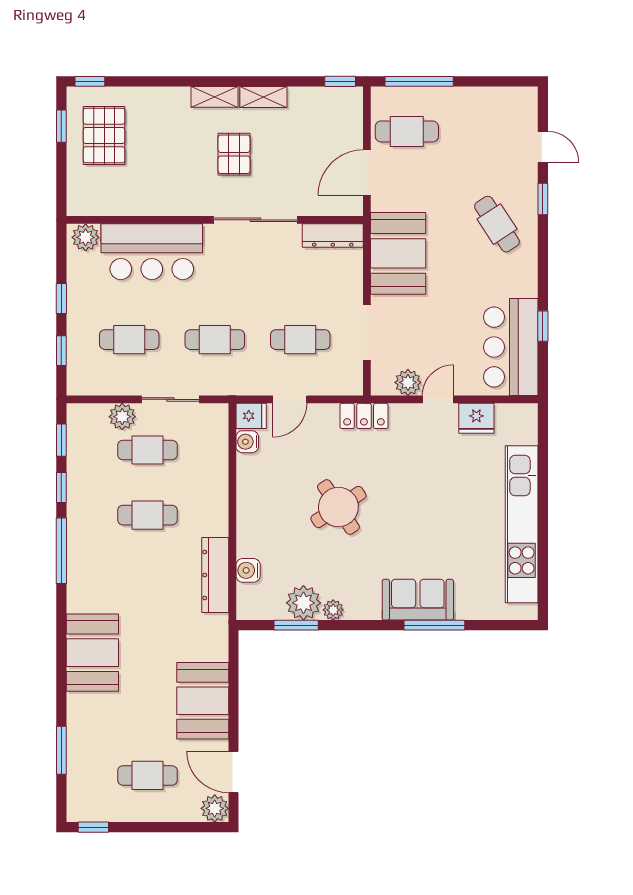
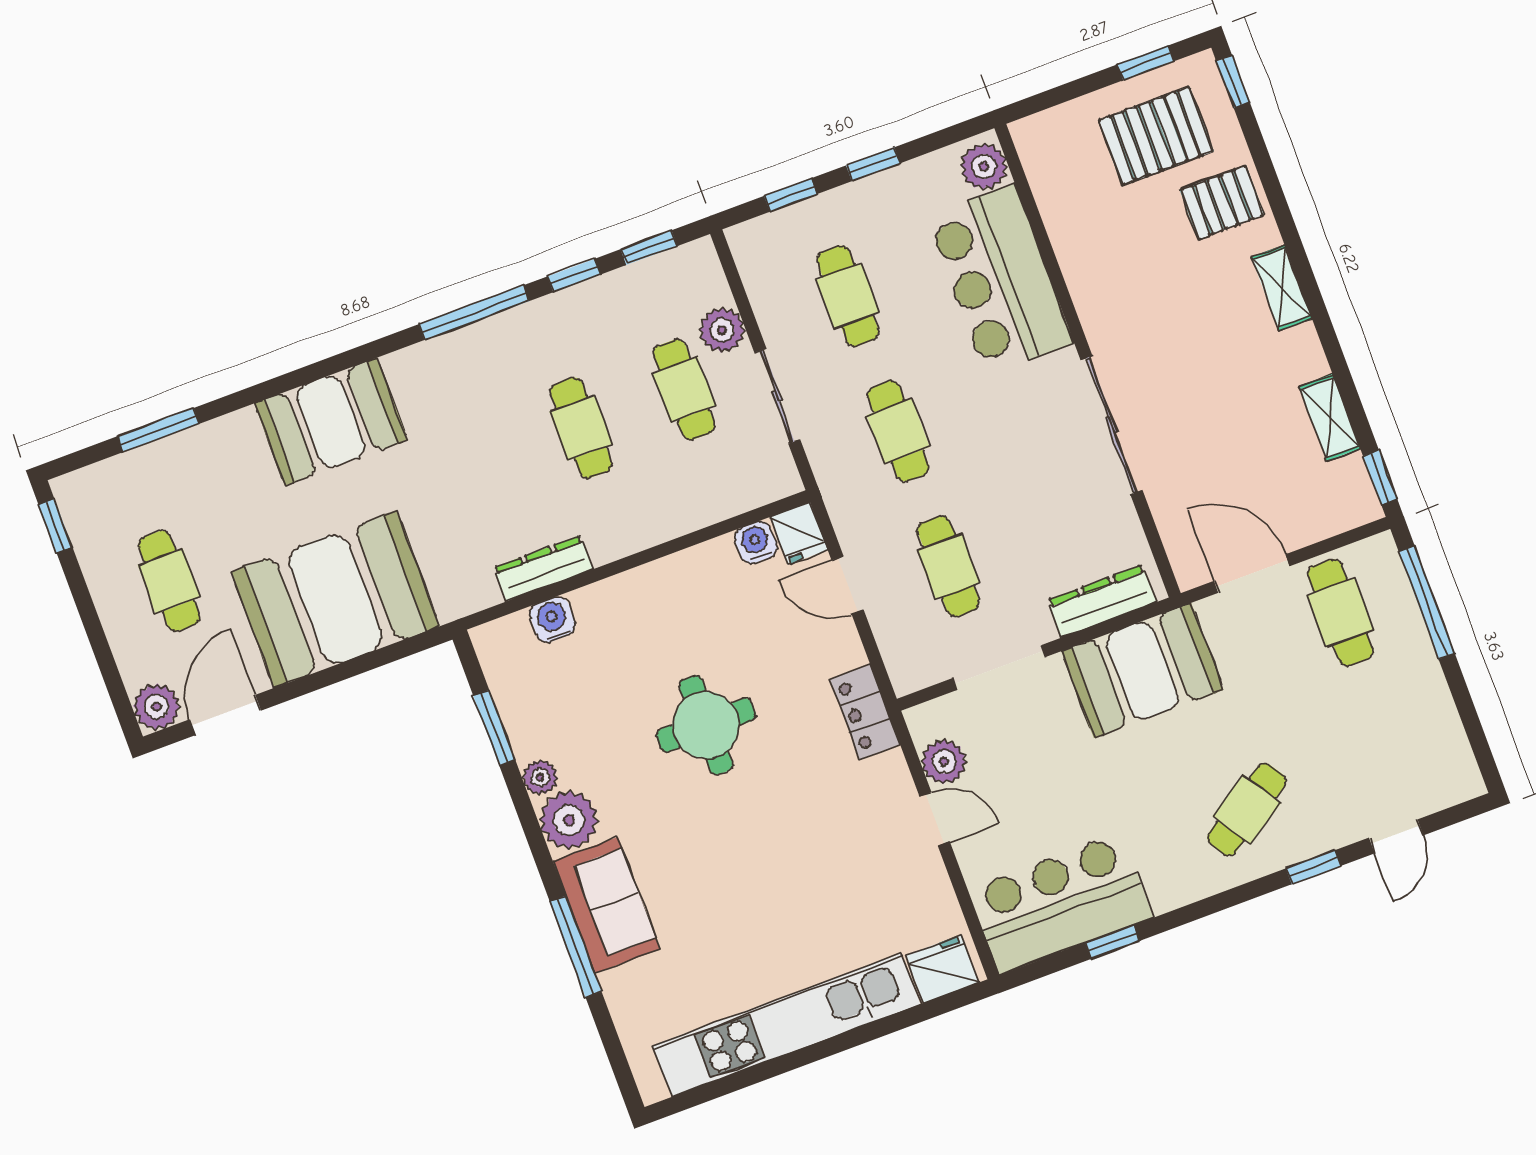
shelving: (263, 97) -> (1330, 417), moved
pallet: (234, 154) -> (1222, 202), moved
dresser: (333, 235) -> (1102, 601), moved, turned 90
fridge: (476, 418) -> (942, 969), moved, turned 90
round table: (338, 507) -> (706, 725), turned 33
dresser: (215, 575) -> (543, 568), width x0.73, depth x0.80
plant: (303, 603) -> (569, 820), moved
booth: (203, 701) -> (335, 599), width x1.36, depth x1.42

